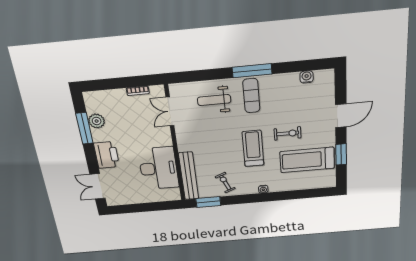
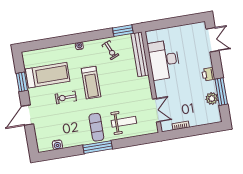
printer: (107, 155) -> (208, 74), width x0.53, depth x0.68

